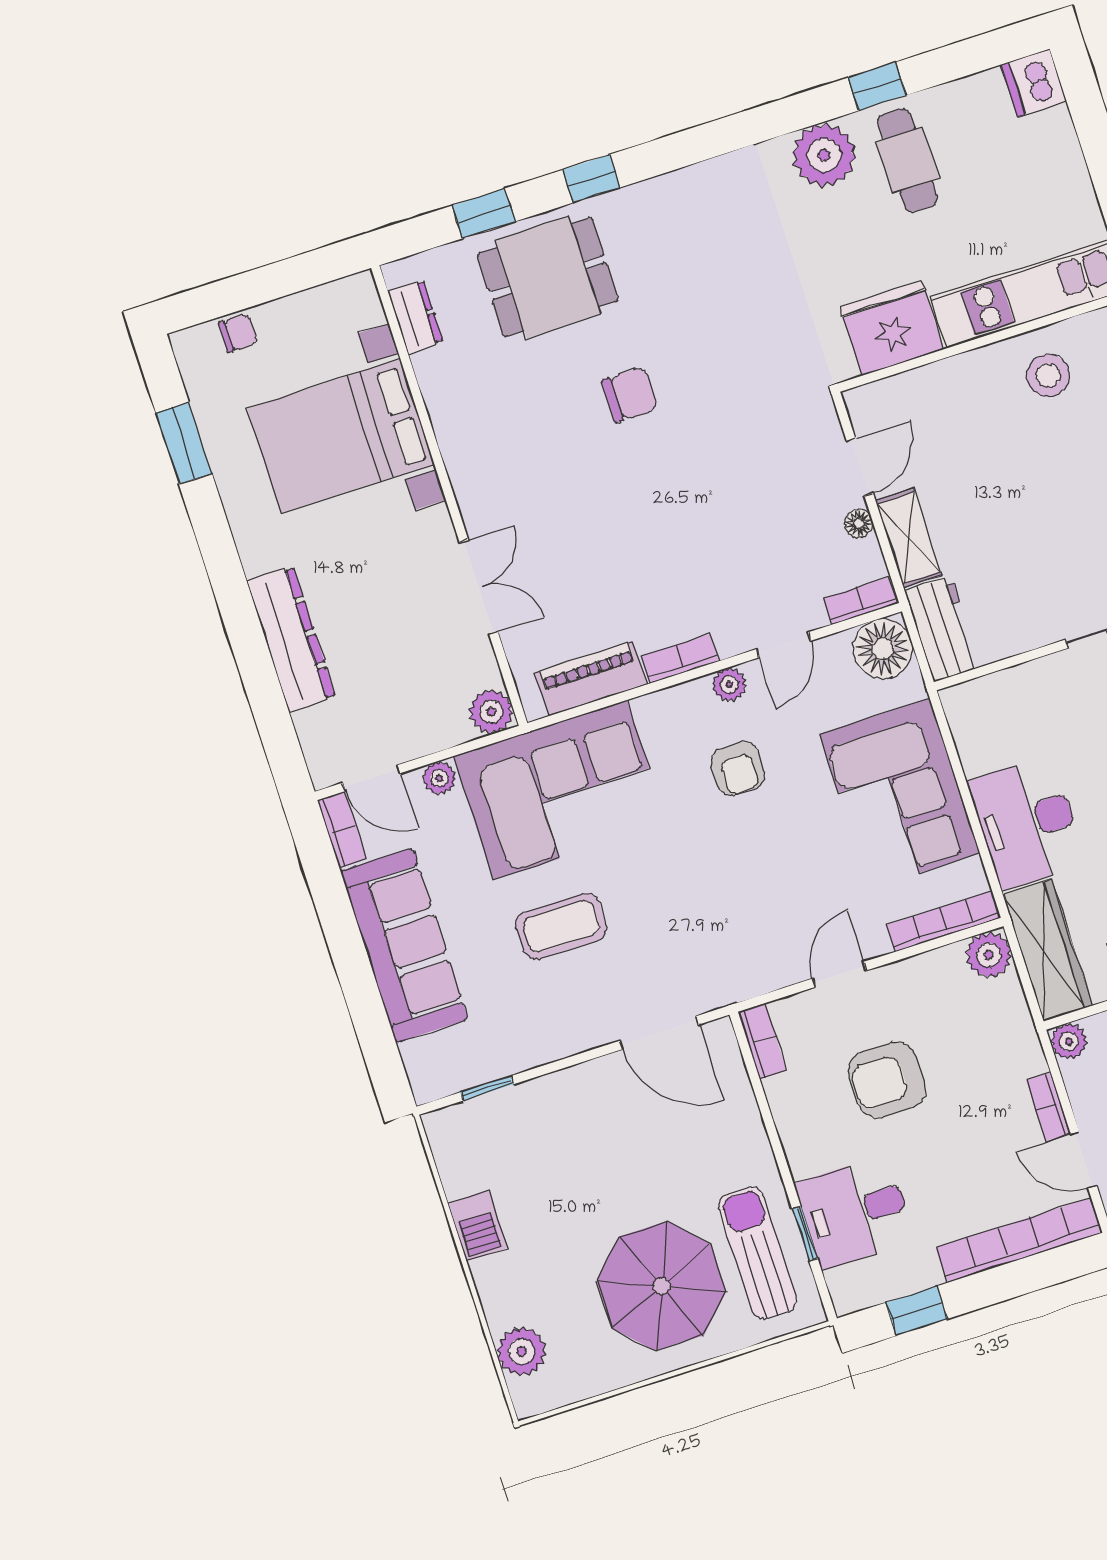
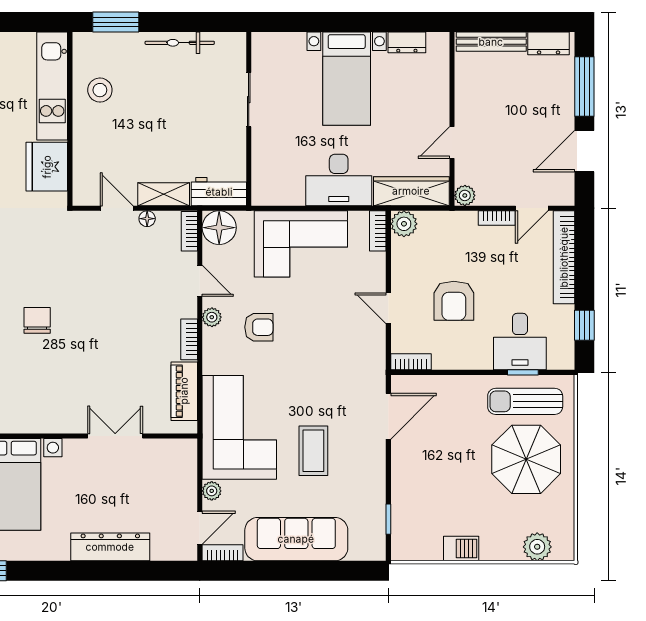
plant: (491, 712) -> (185, 451), removed
bookcase: (944, 921) -> (378, 231), width x0.64

